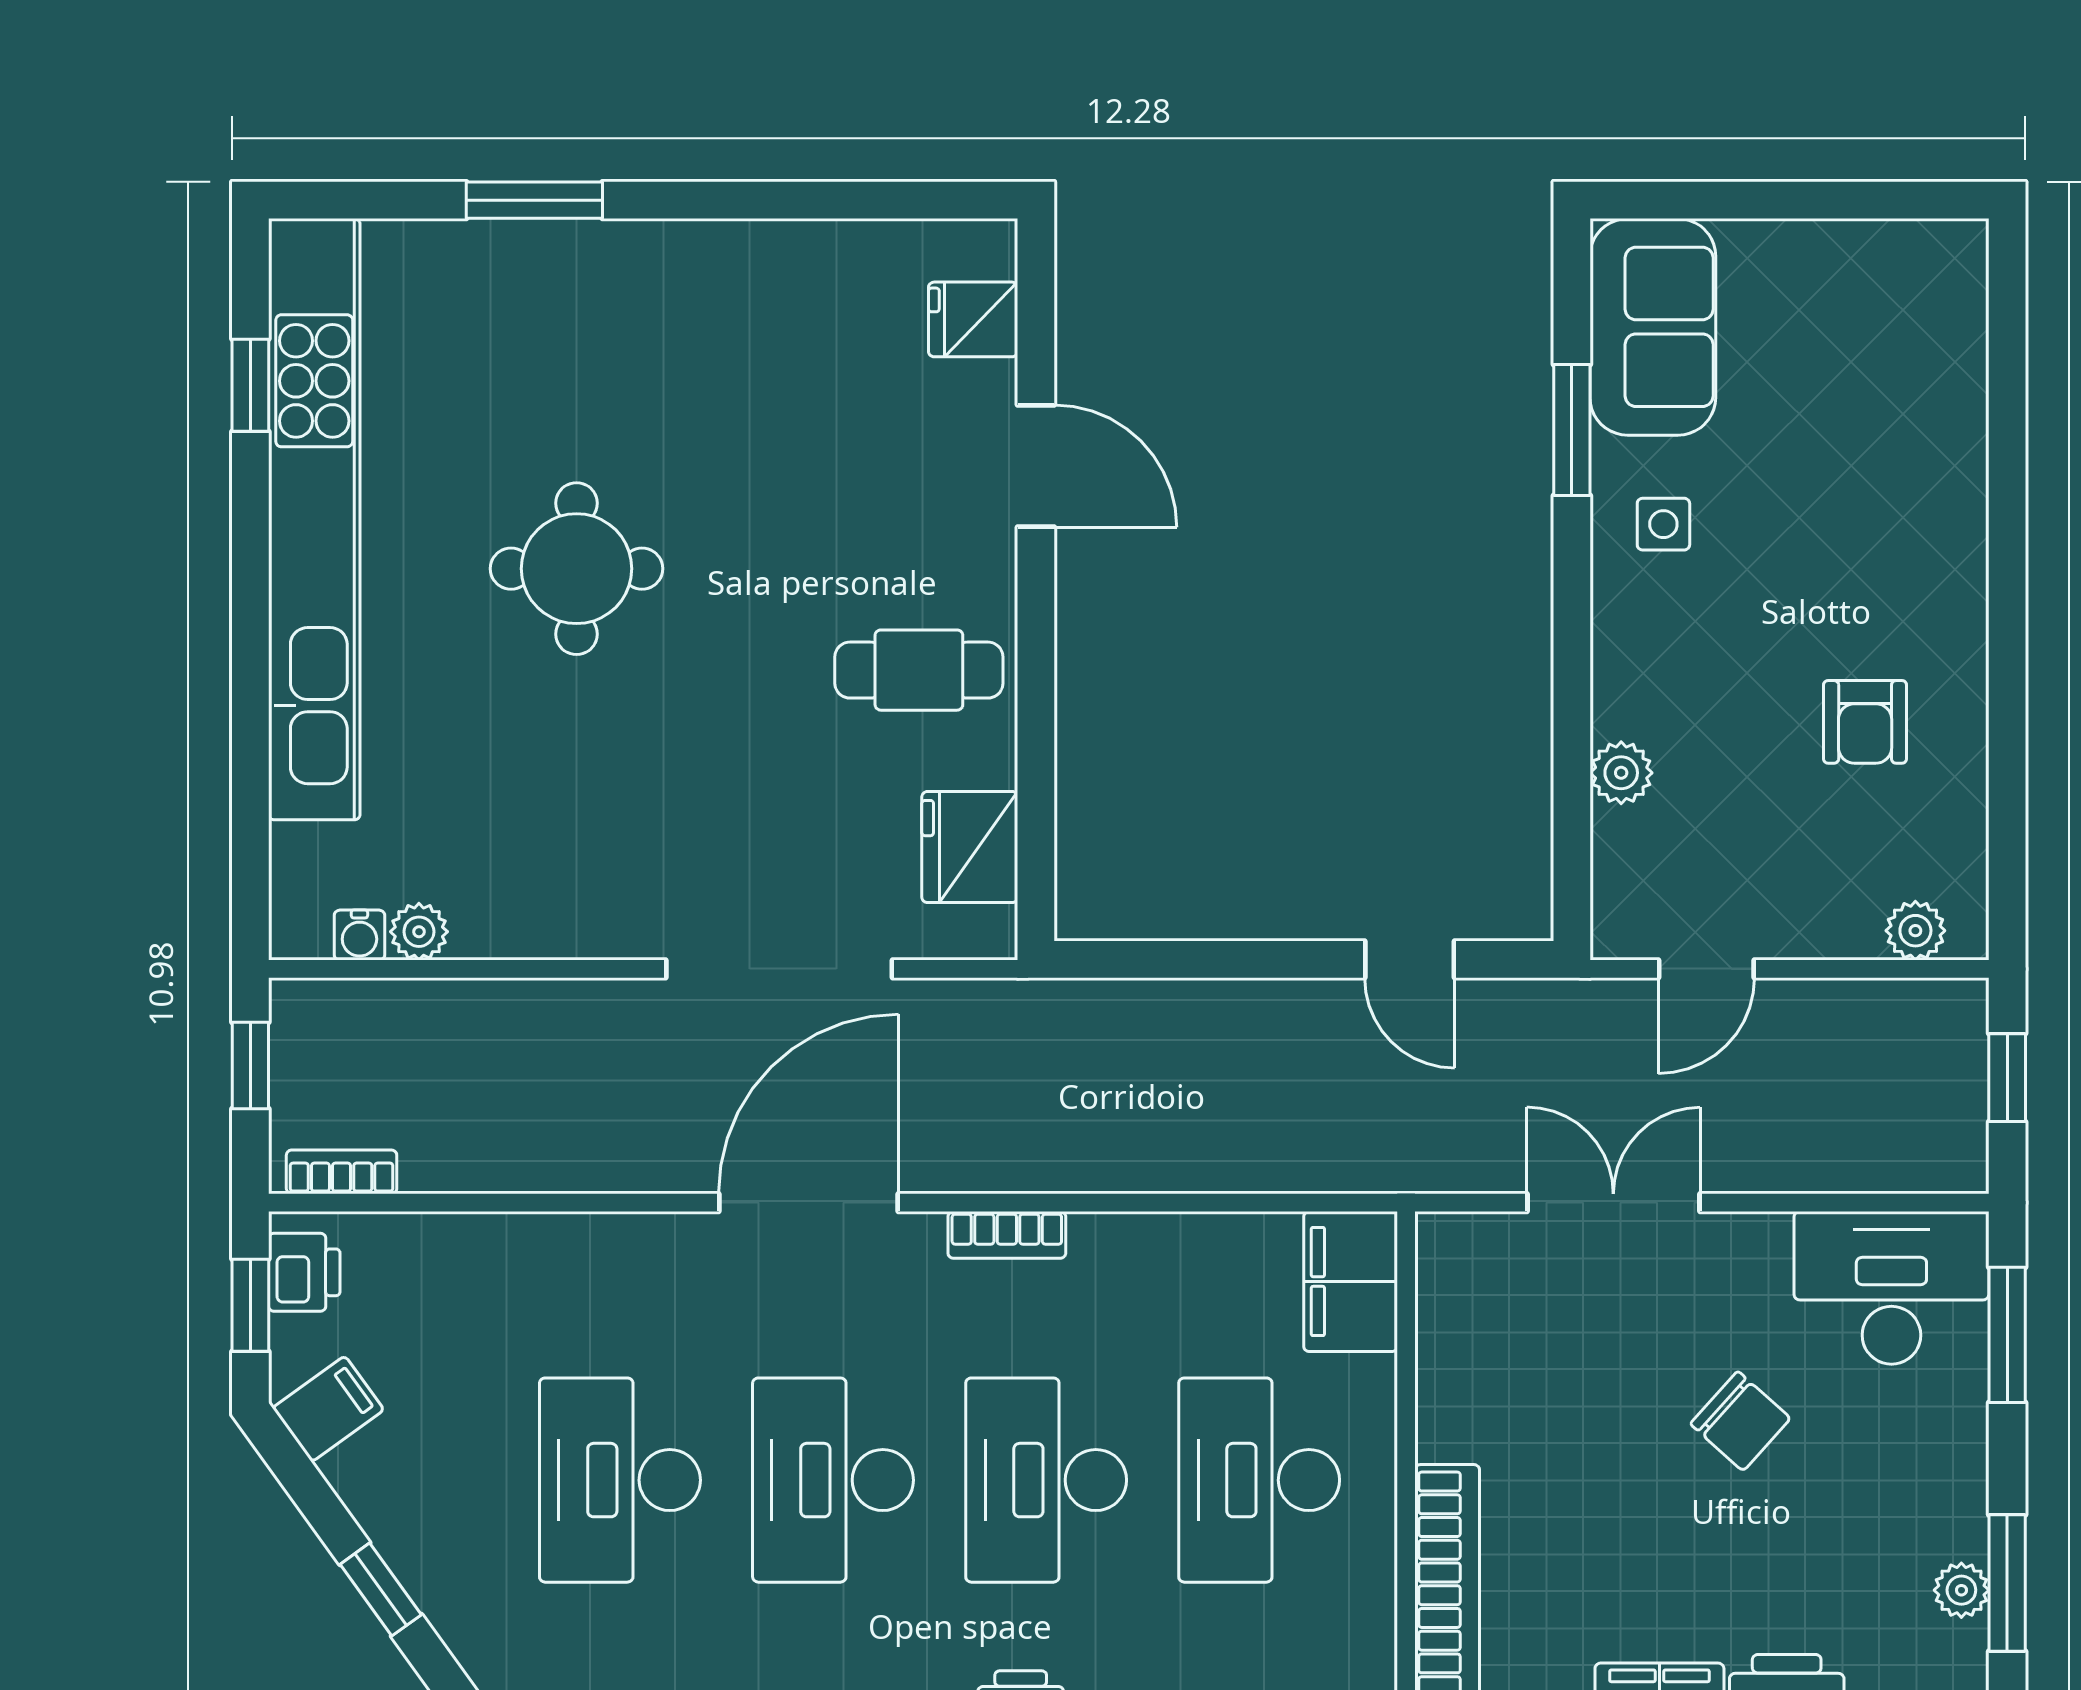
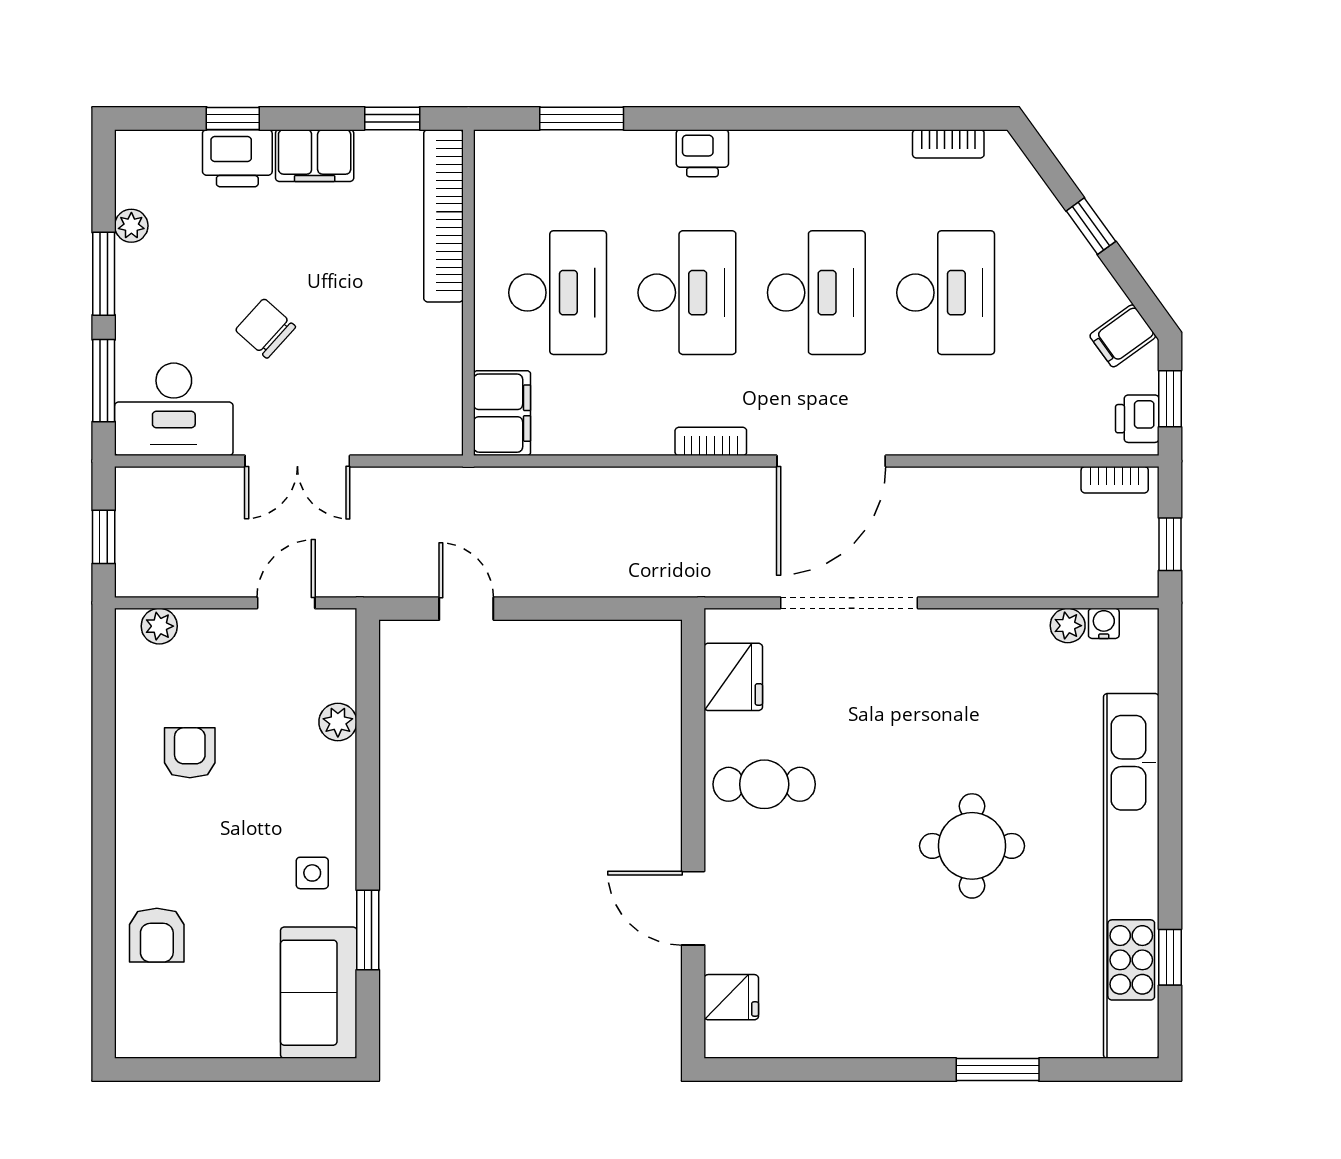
armchair: (1919, 422) -> (157, 935), added
double door: (1613, 1203) -> (297, 461), moved
window: (2007, 1583) -> (104, 274), moved

